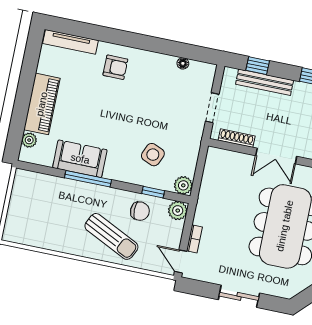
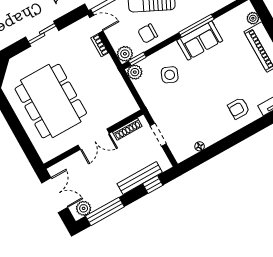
double door: (276, 156) -> (94, 139), swing flipped
sofa: (80, 159) -> (200, 41), moved
window: (153, 192) -> (137, 59), moved

